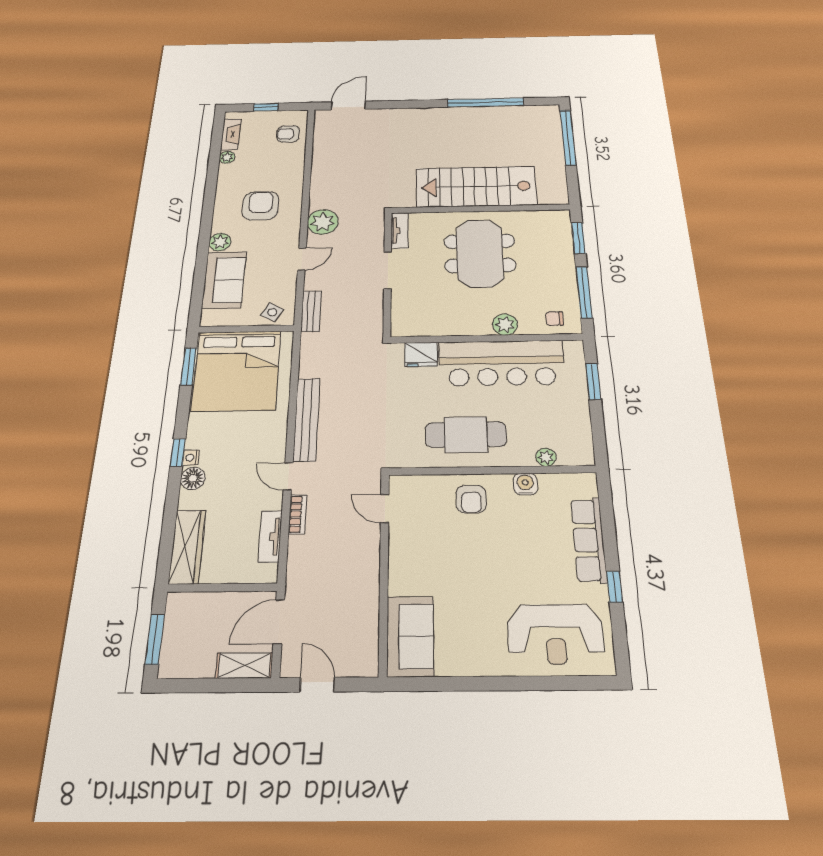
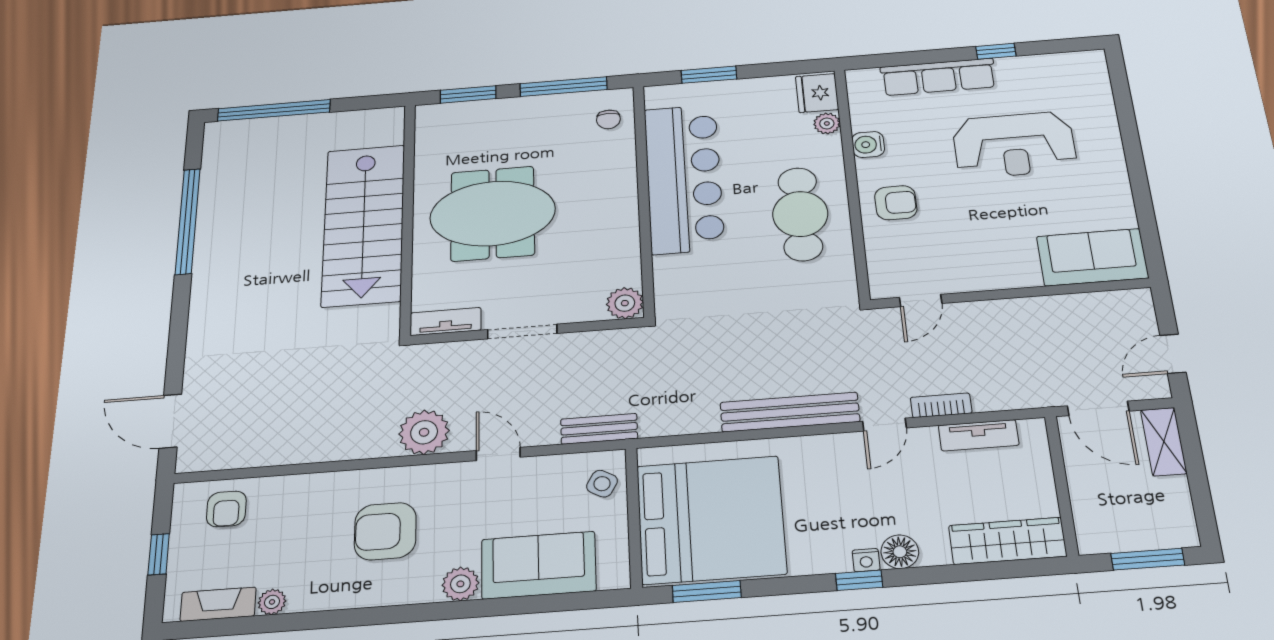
plant: (505, 325) -> (625, 303), moved
fridge: (421, 354) -> (817, 93), moved, turned 180
reception desk: (555, 634) -> (1014, 145), moved, turned 90

